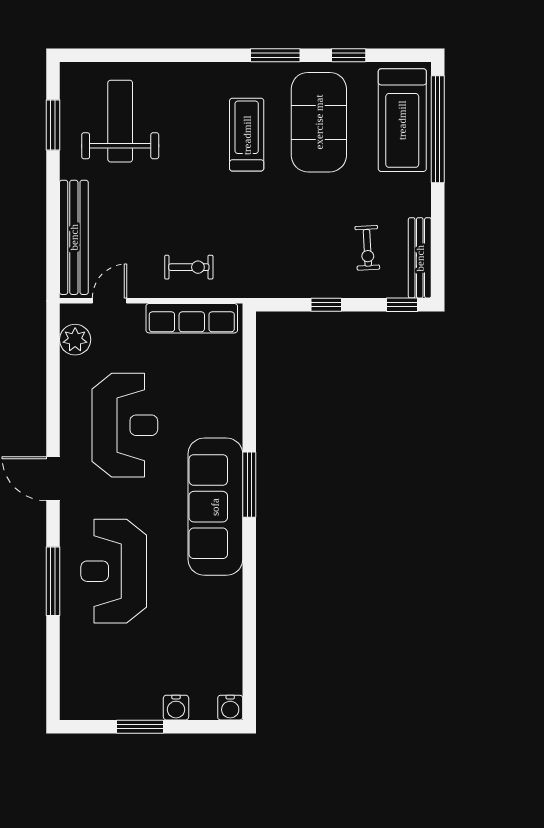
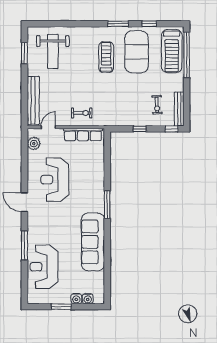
weight bench: (120, 121) -> (53, 51), turned 180
reception desk: (125, 425) -> (55, 180), turned 180
sofa: (215, 507) -> (93, 242), moved
reception desk: (114, 571) -> (44, 267), moved
water cooler: (230, 708) -> (88, 299), moved

